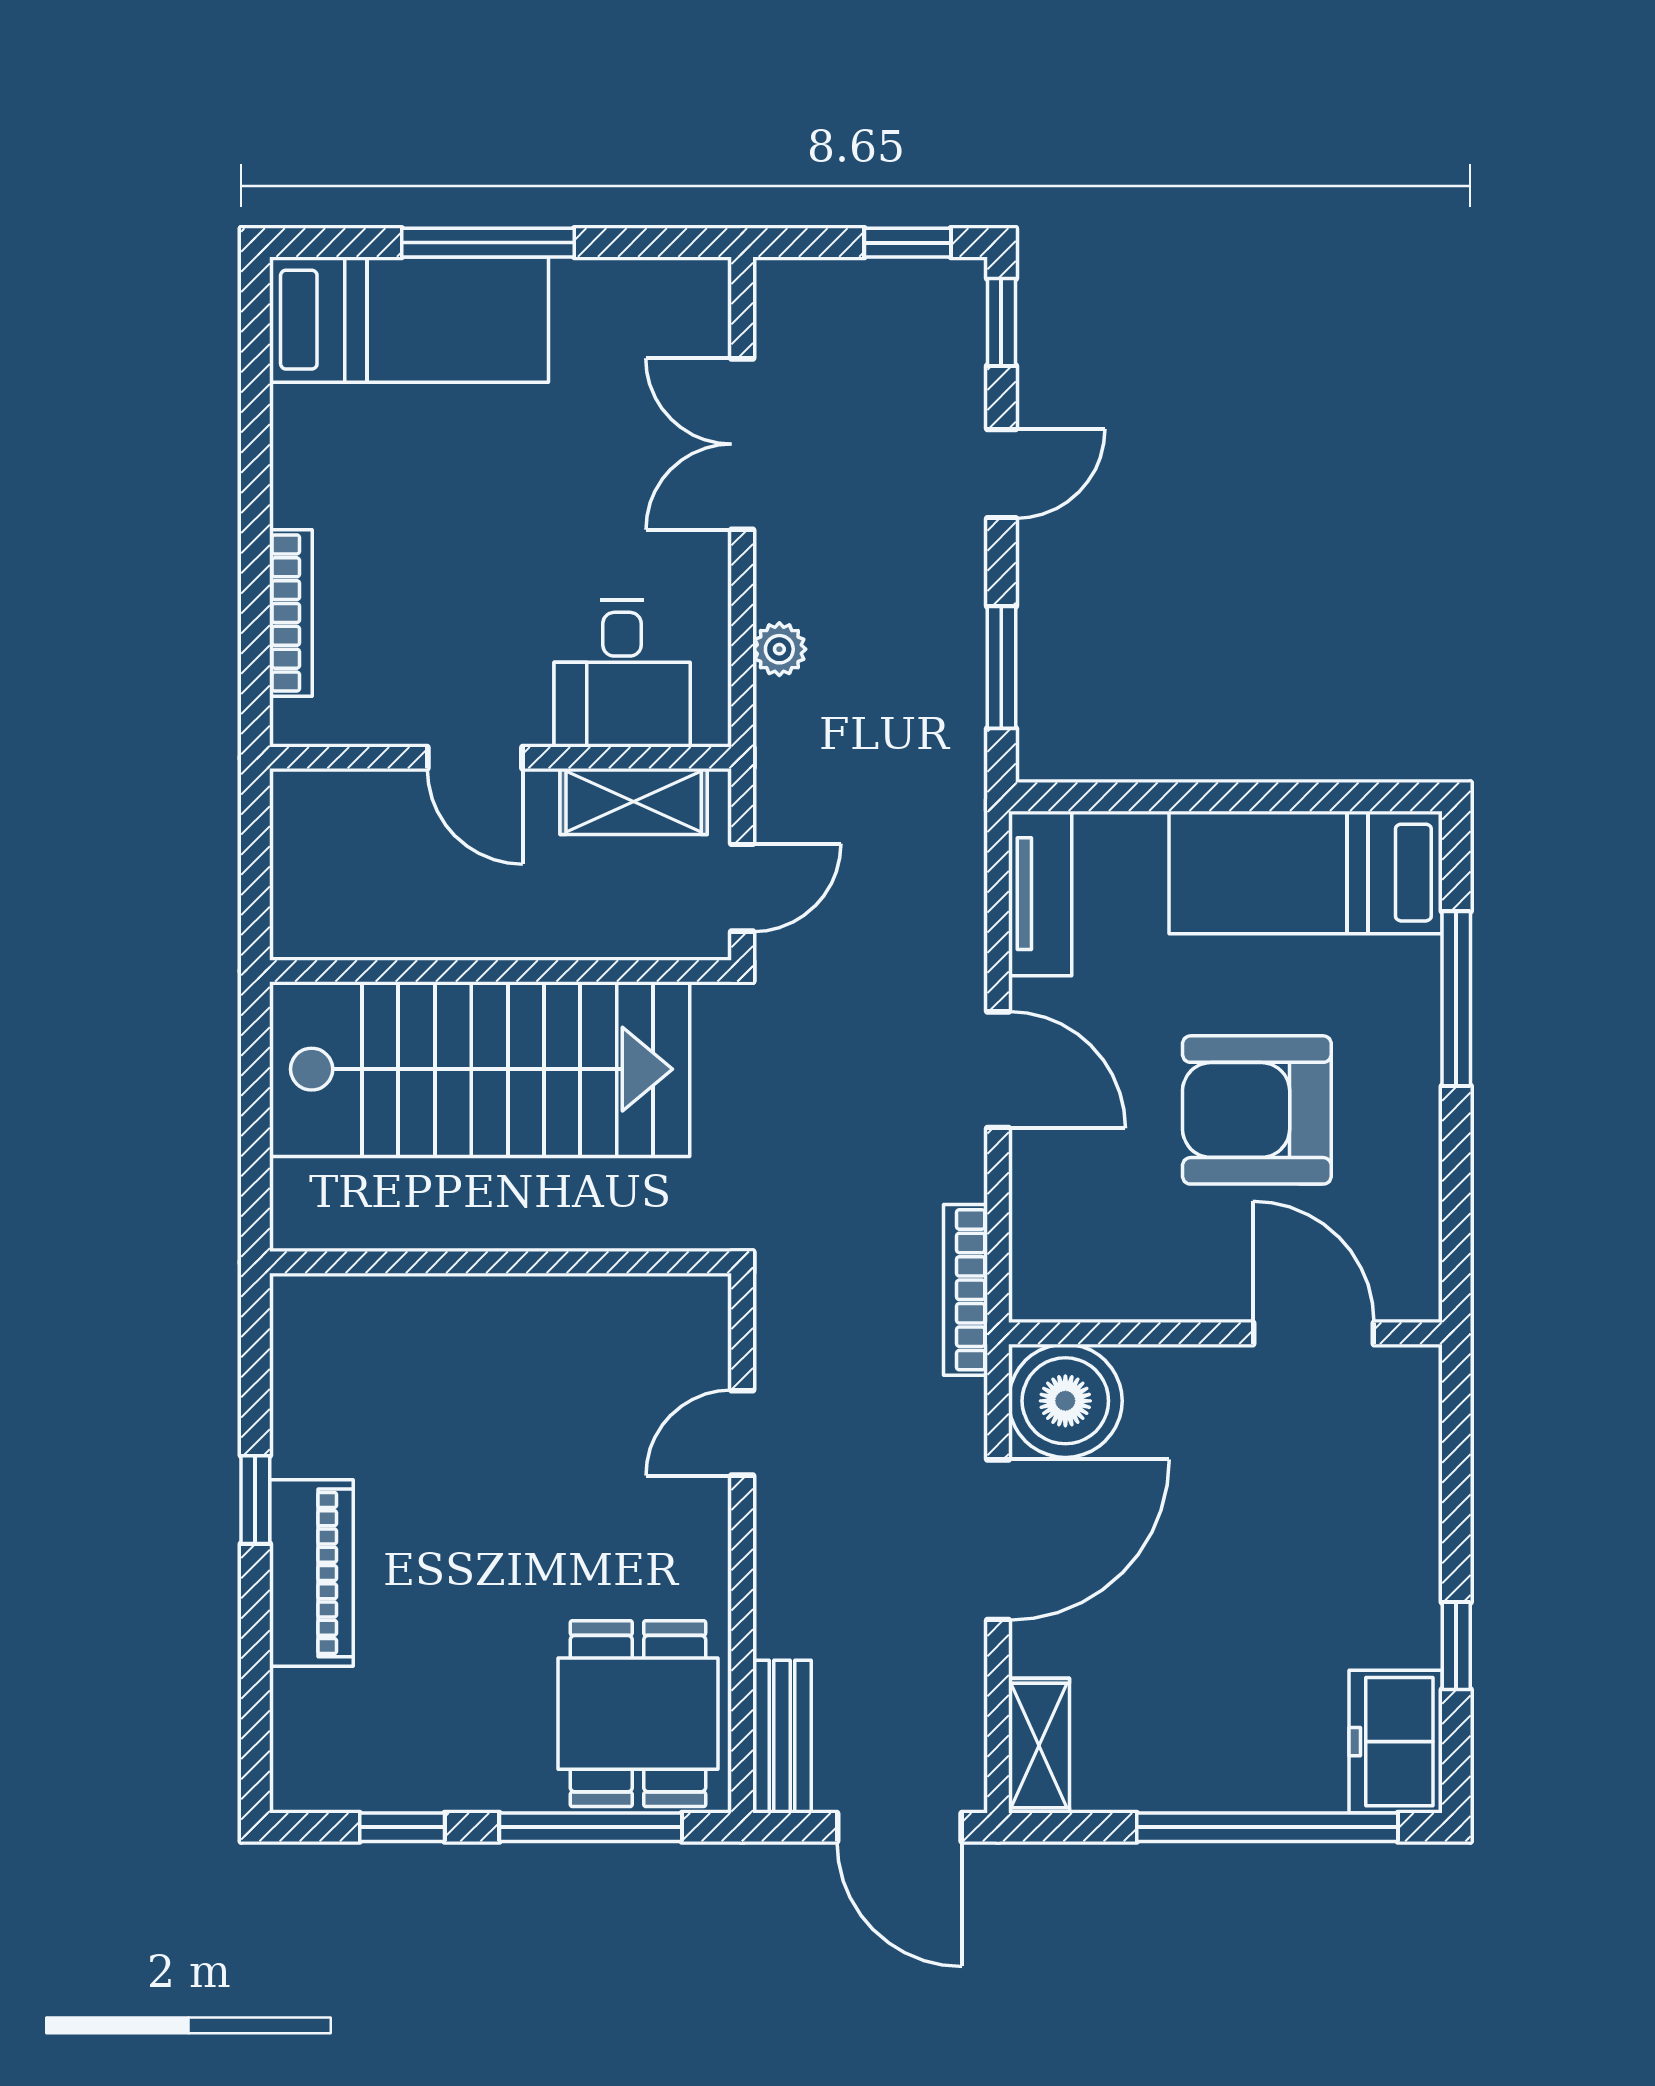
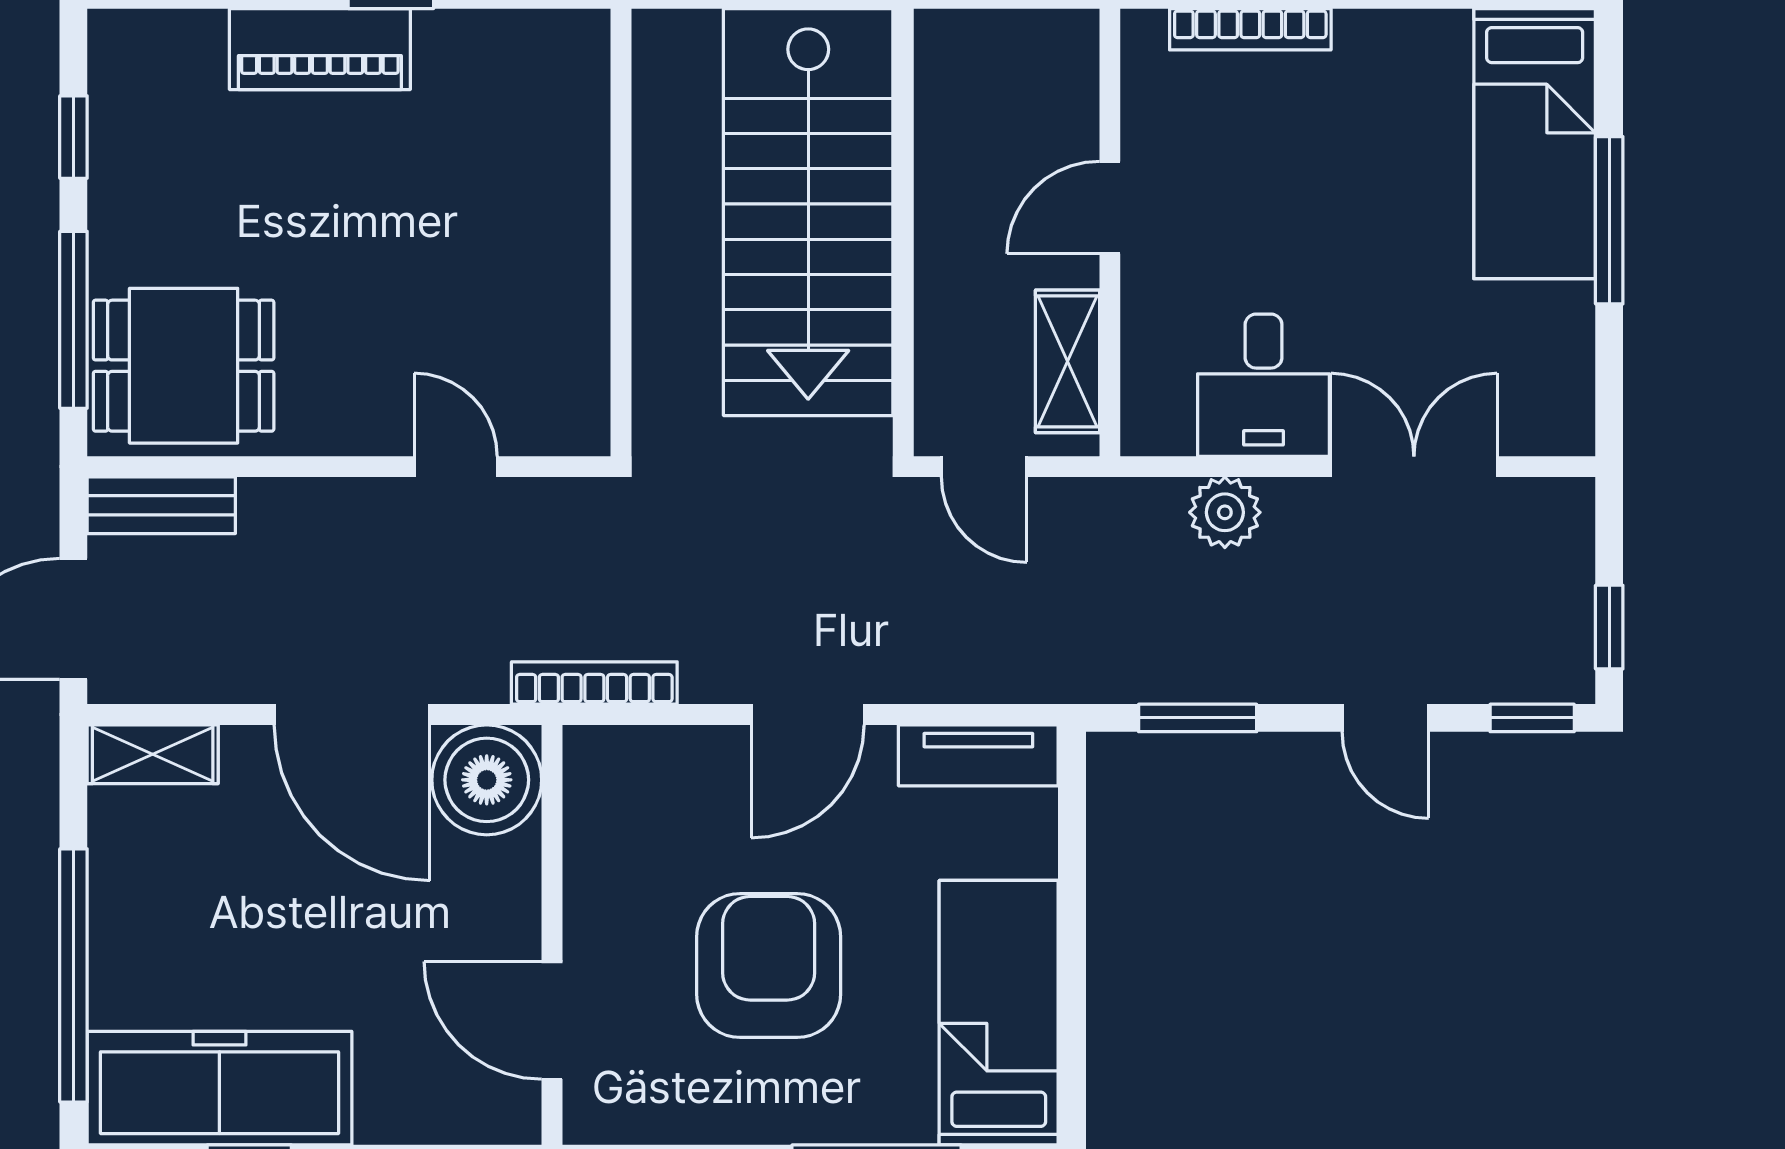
plant: (779, 649) -> (1225, 512), width x1.38, depth x1.38
desk: (622, 674) -> (1264, 385), moved, turned -90
door: (1314, 1333) -> (552, 1020), swing flipped
freezer: (1396, 1742) -> (219, 1088), width x1.91, depth x1.26

